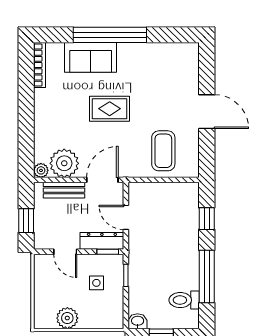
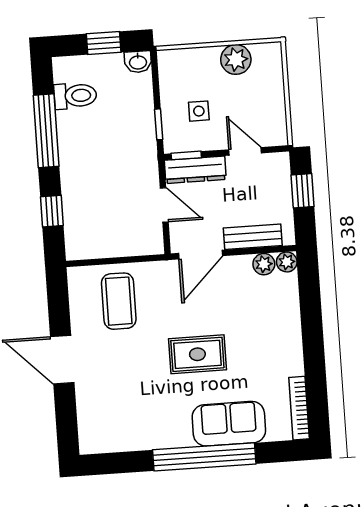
plant: (64, 163) -> (264, 264), width x0.53, depth x0.53

